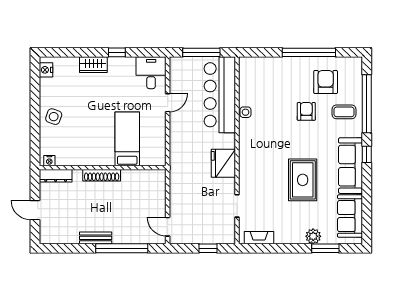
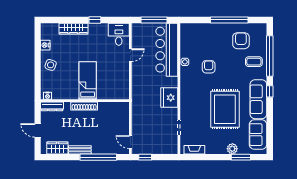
wardrobe: (93, 65) -> (73, 29), width x1.50
nightstand: (46, 70) -> (45, 45), moved
armchair: (306, 111) -> (209, 67), moved
bed: (127, 139) -> (88, 81), moved
rug: (303, 180) -> (225, 109), width x1.37, depth x1.44
wardrobe: (63, 235) -> (57, 148), added
window: (208, 248) -> (145, 157), moved

